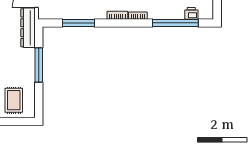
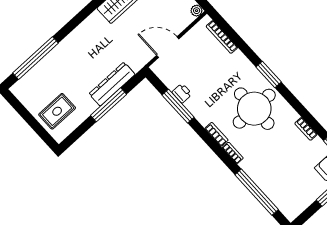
printer: (191, 13) -> (182, 93), moved
dresser: (28, 28) -> (112, 84), moved

